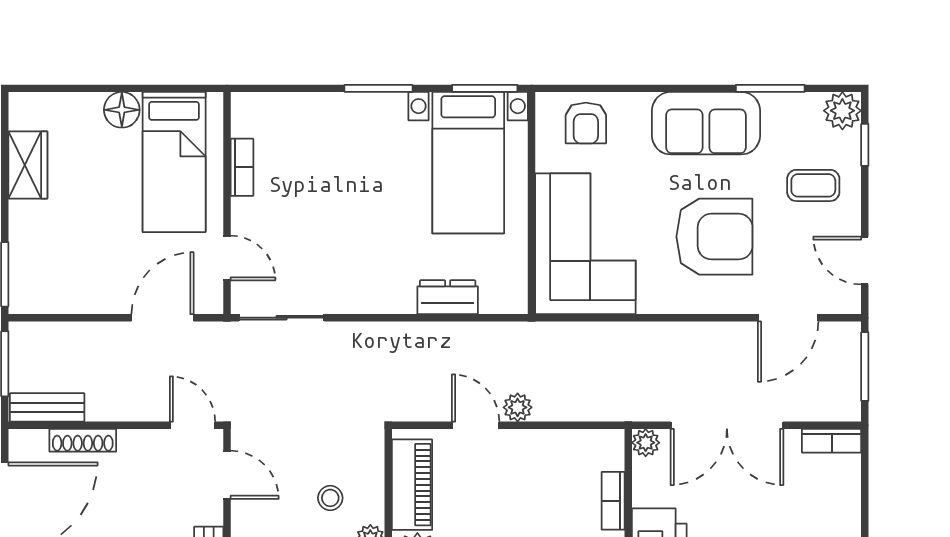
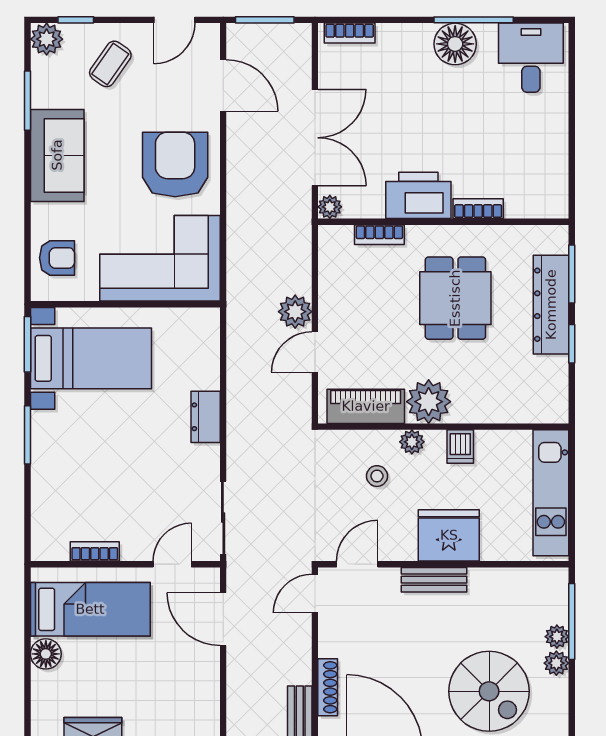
coffee table: (813, 185) -> (110, 64), turned 35
armchair: (714, 237) -> (175, 164), moved
dresser: (448, 297) -> (206, 417), moved
plant: (518, 407) -> (295, 312), width x1.38, depth x1.38
bookcase: (832, 441) -> (350, 33), moved, turned 90

